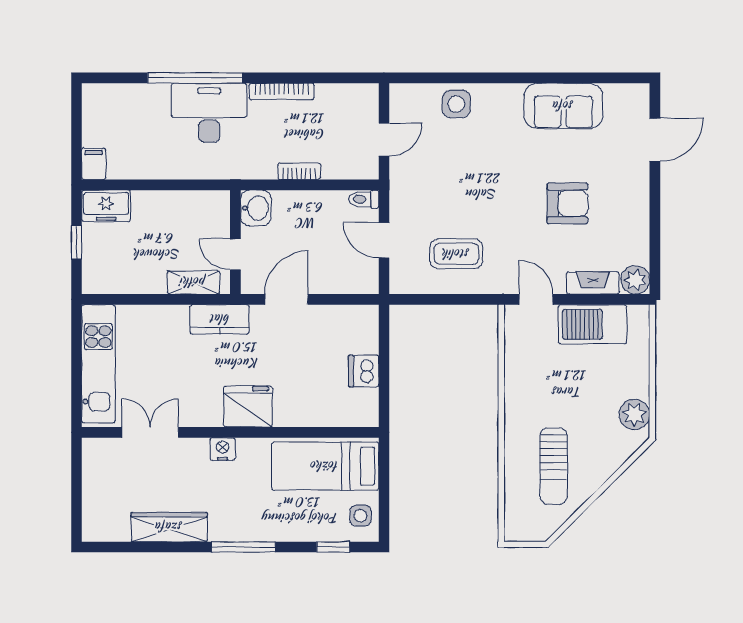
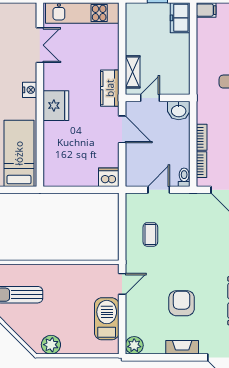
bookcase: (343, 171) -> (202, 165), added
armchair: (567, 203) -> (182, 303), turned 180
coffee table: (456, 254) -> (150, 234), width x0.73, depth x0.77
fireplace: (593, 283) -> (182, 347), moved, turned -90
dishwasher: (364, 371) -> (109, 177), moved

